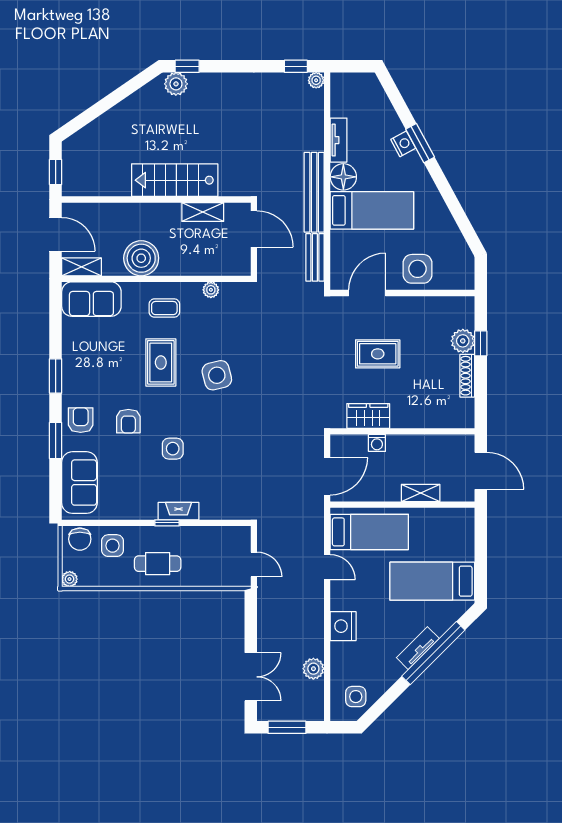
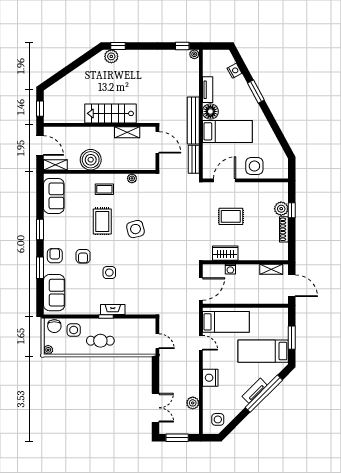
nightstand: (403, 144) -> (234, 71), moved
sofa: (91, 299) -> (54, 196), moved, turned -90
shelving: (421, 493) -> (271, 269), moved
window: (481, 558) -> (292, 338), added

